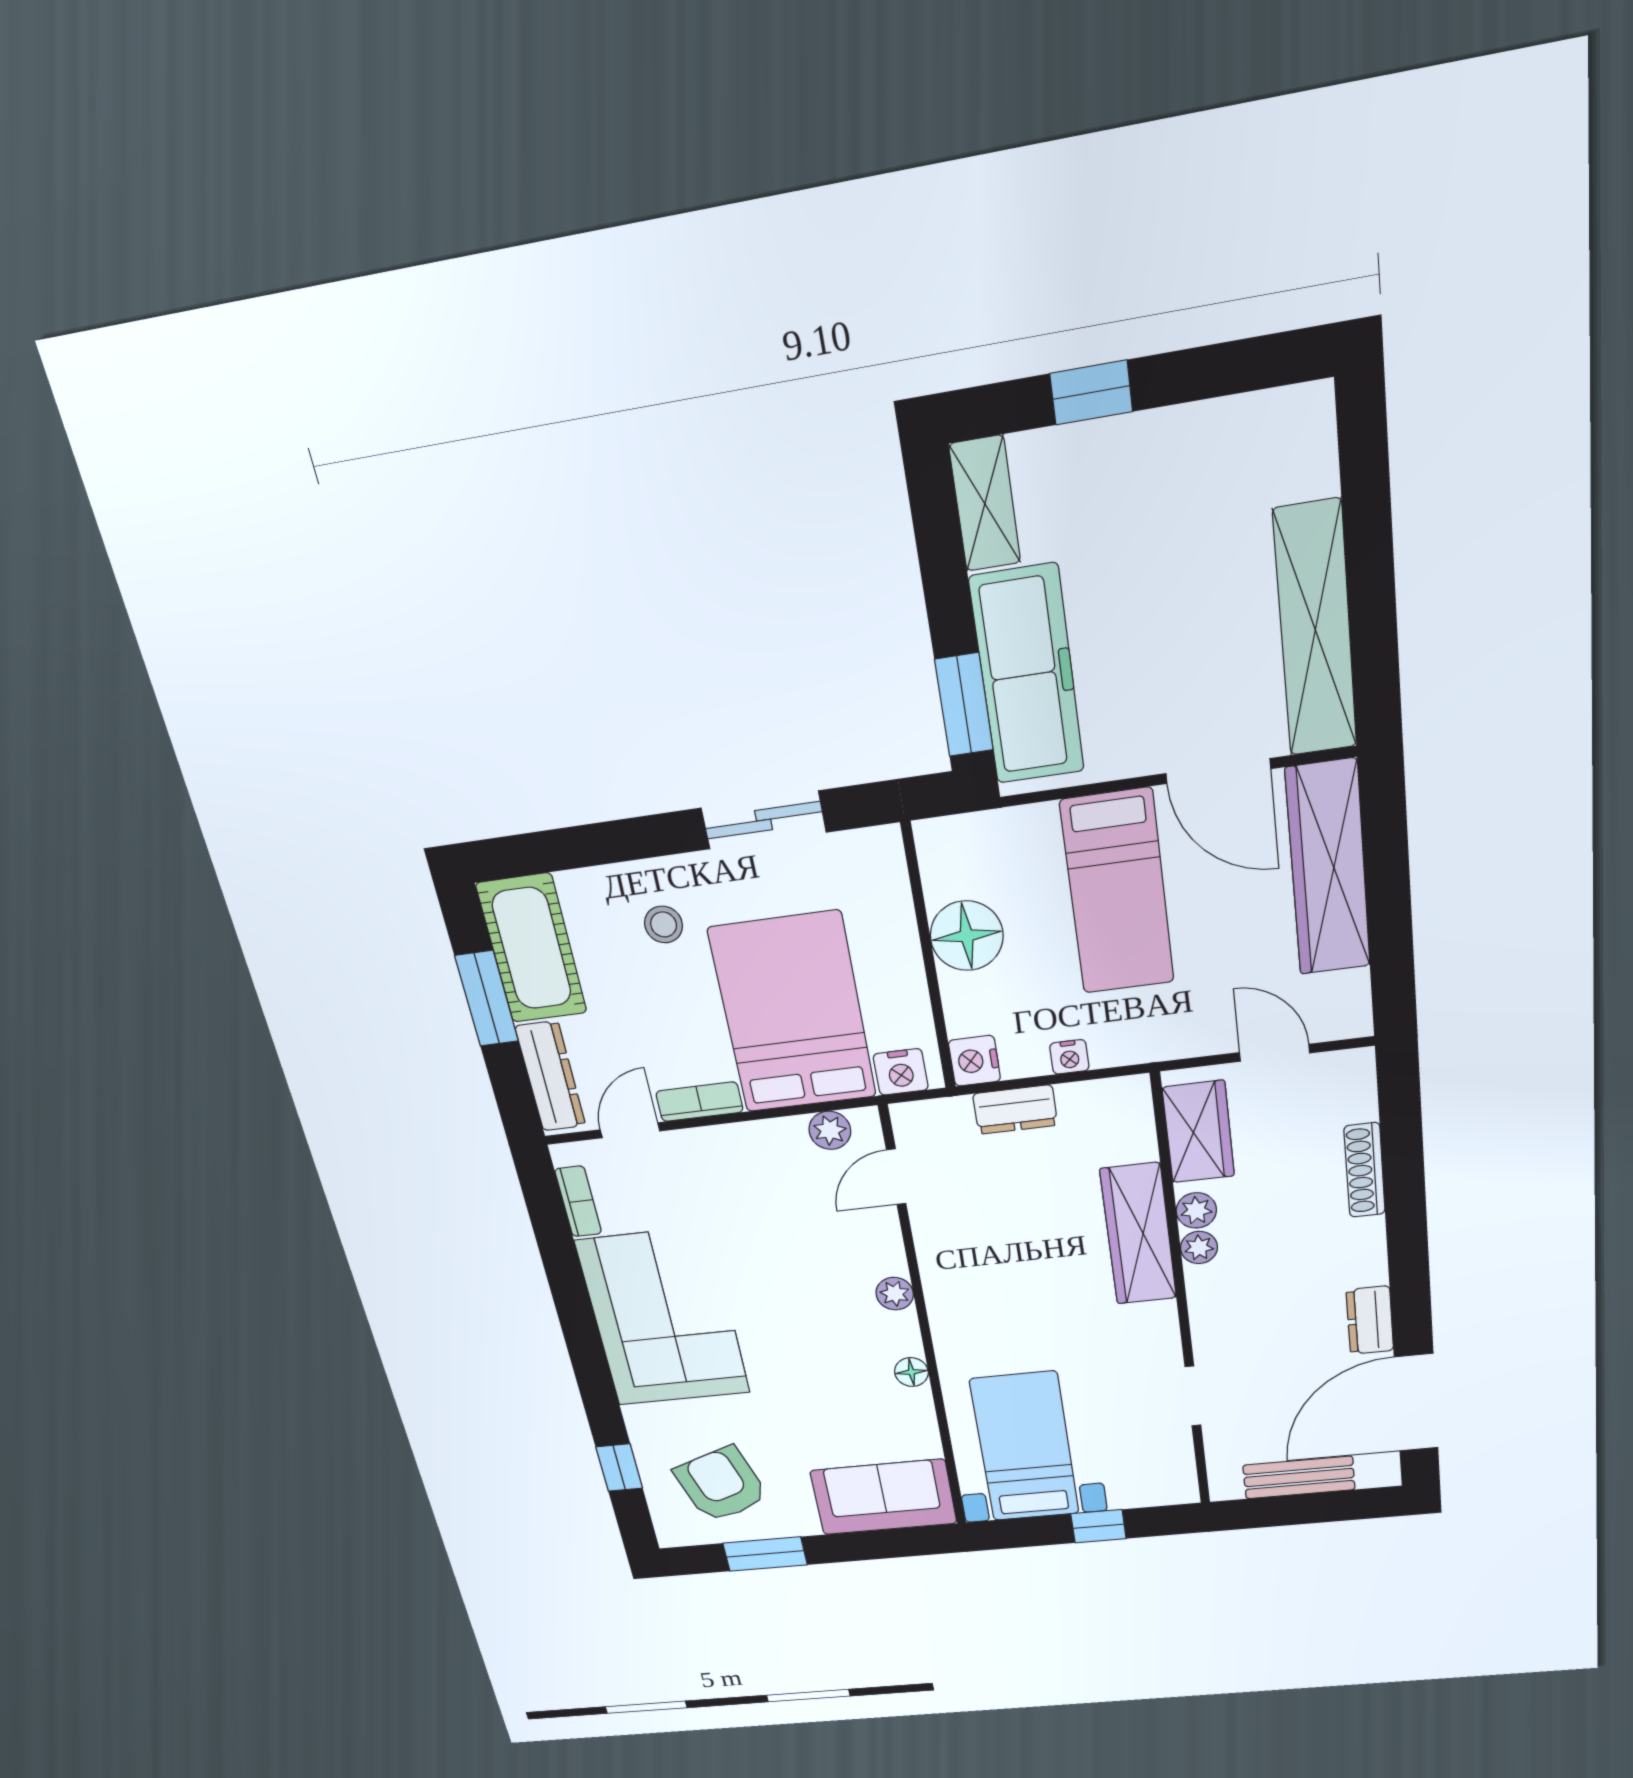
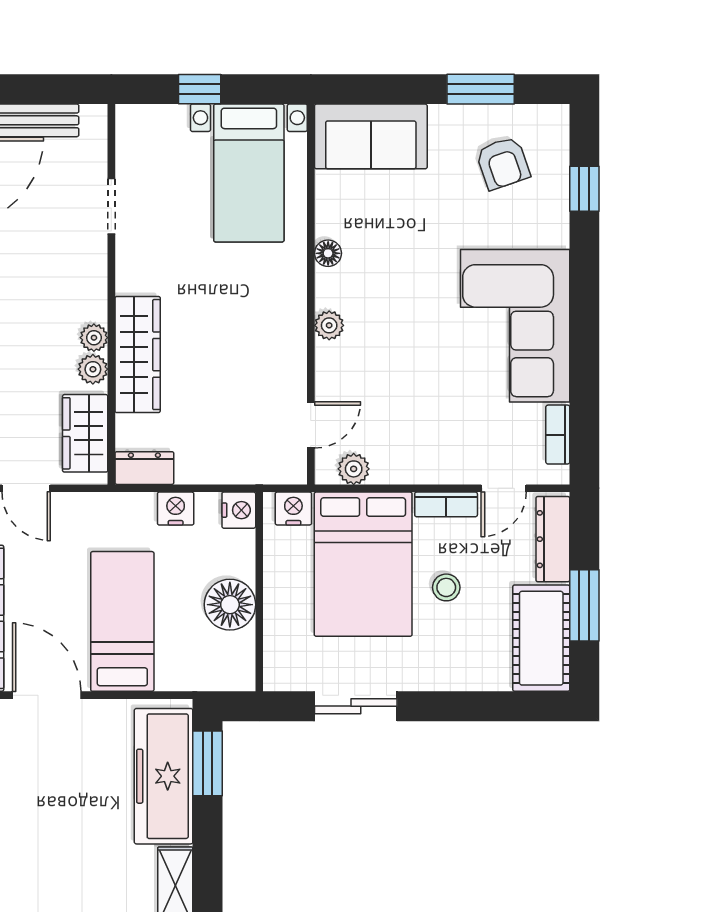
stool: (664, 924) -> (446, 587), moved
nightstand: (1069, 1057) -> (176, 509), width x1.39, depth x1.35
dresser: (1015, 1110) -> (144, 468), moved
armchair: (721, 1484) -> (503, 163), width x0.72, depth x0.72

